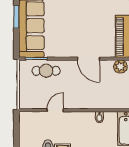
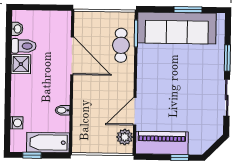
door: (89, 59) -> (135, 111), moved
door: (55, 110) -> (72, 56), width x1.88

